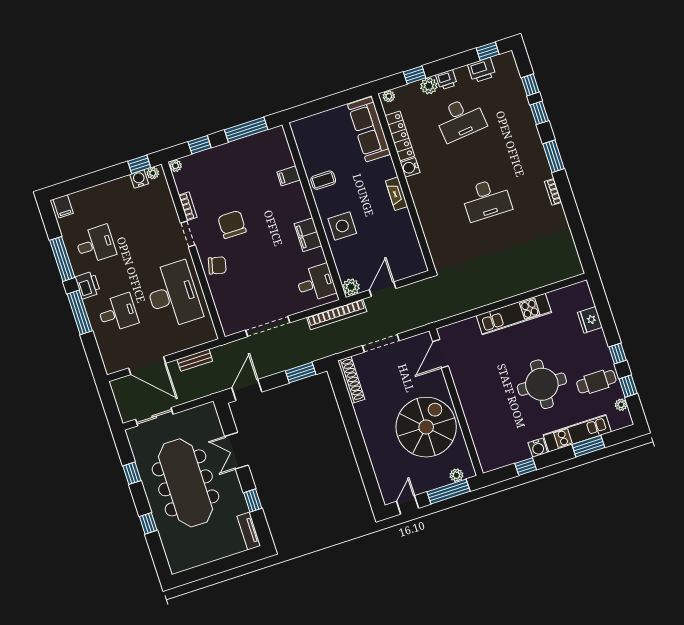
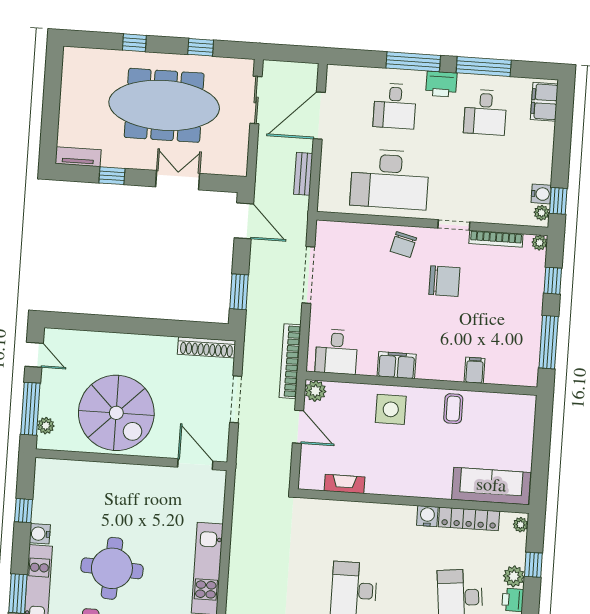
fireplace: (397, 194) -> (344, 484), moved
filing cabinet: (63, 206) -> (544, 102), width x2.00
bookcase: (188, 206) -> (496, 239), width x1.56

